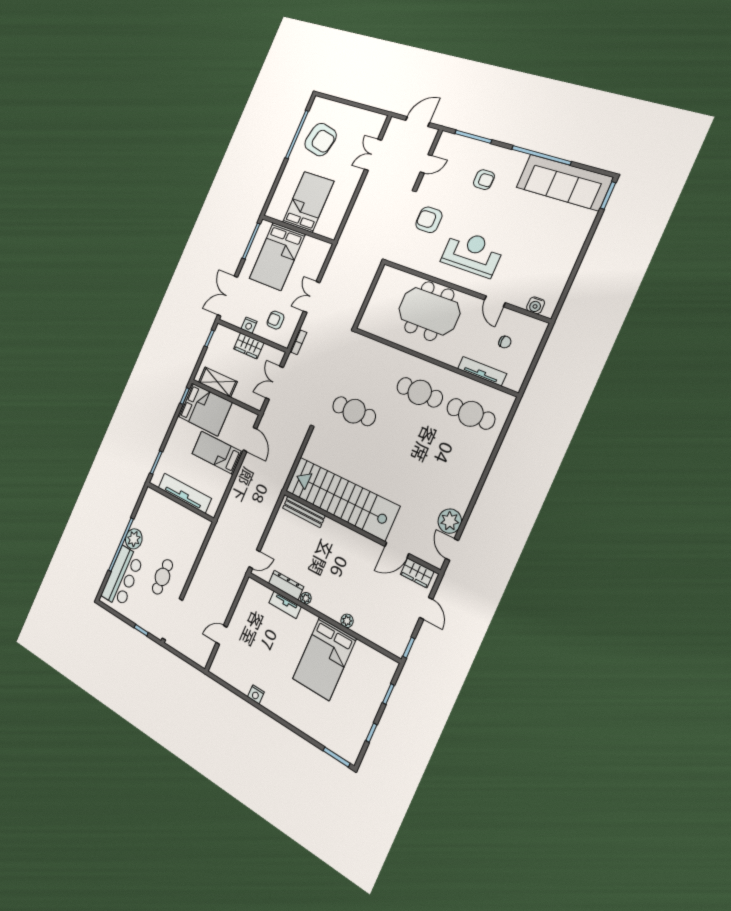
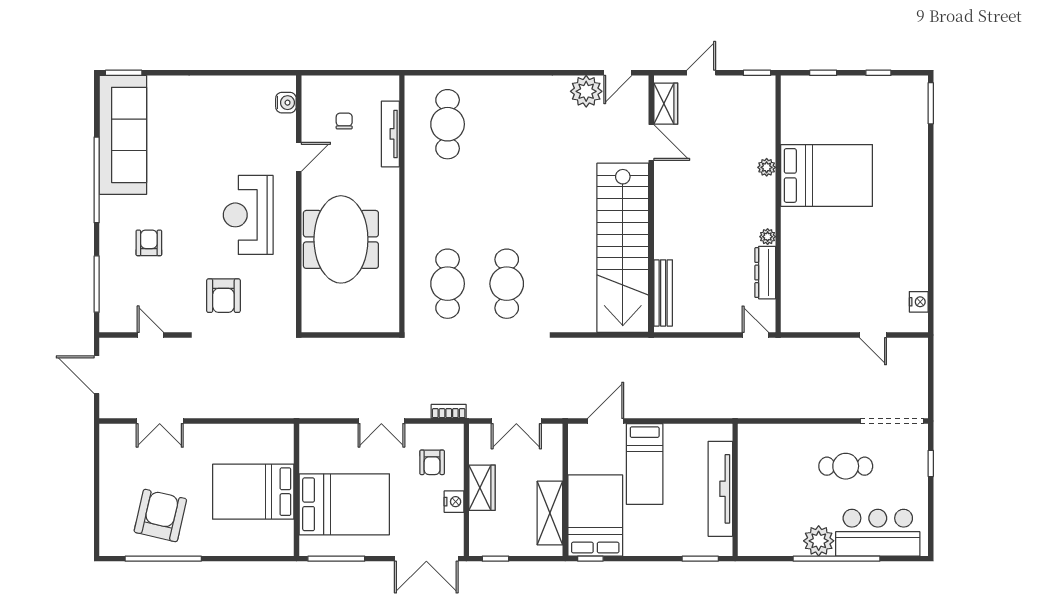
cafe table: (420, 392) -> (448, 284), moved
tv unit: (285, 605) -> (790, 262), removed
nightstand: (256, 694) -> (919, 302), moved

